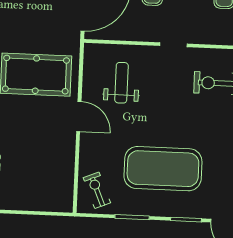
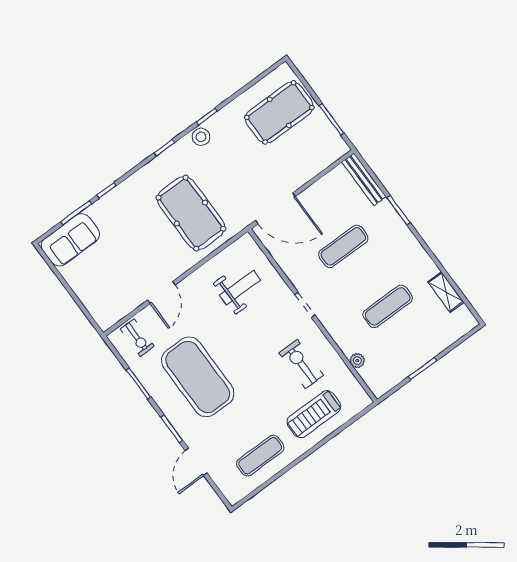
door: (79, 116) -> (161, 292), moved
exercise bike: (97, 190) -> (137, 338), turned 113

